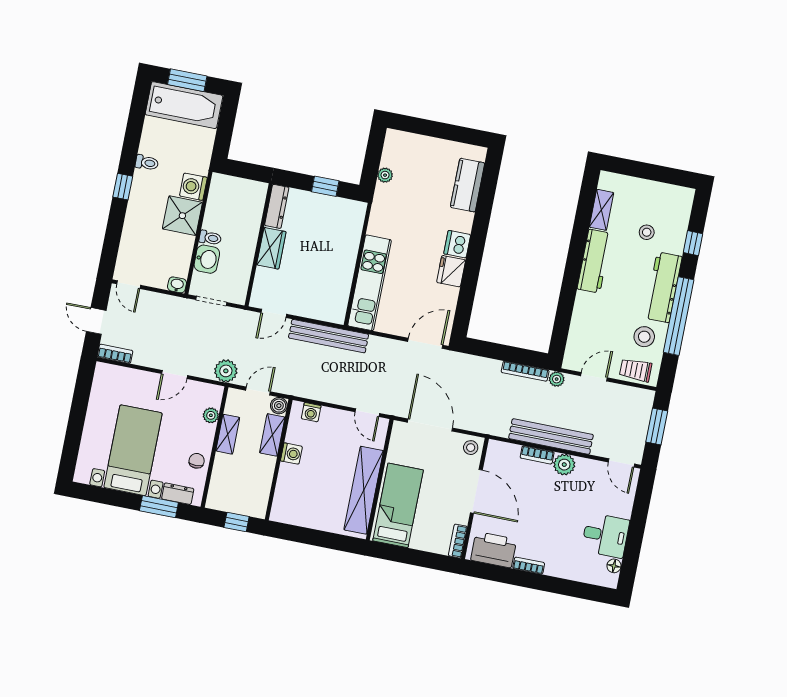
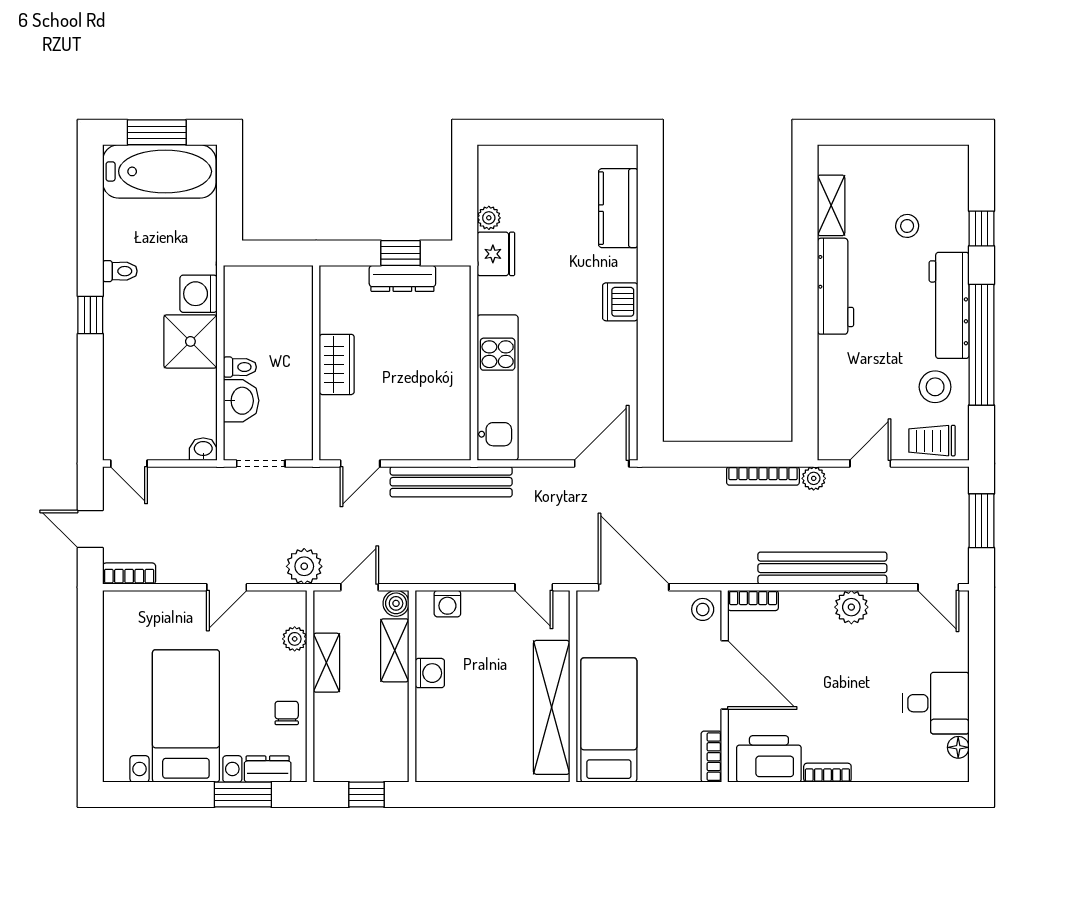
dresser: (277, 206) -> (402, 278), moved, turned 90
fridge: (451, 271) -> (496, 254), moved, turned 180
bookcase: (537, 455) -> (753, 600), moved

